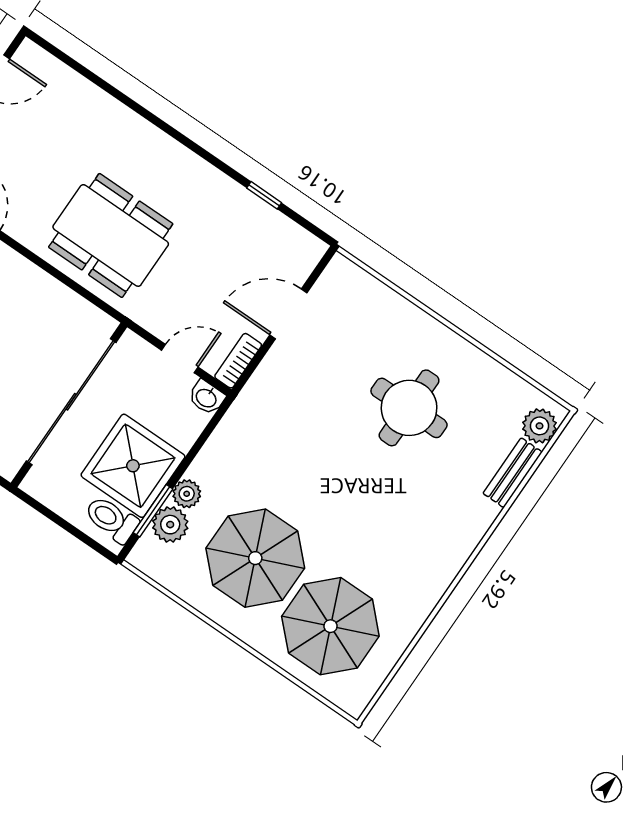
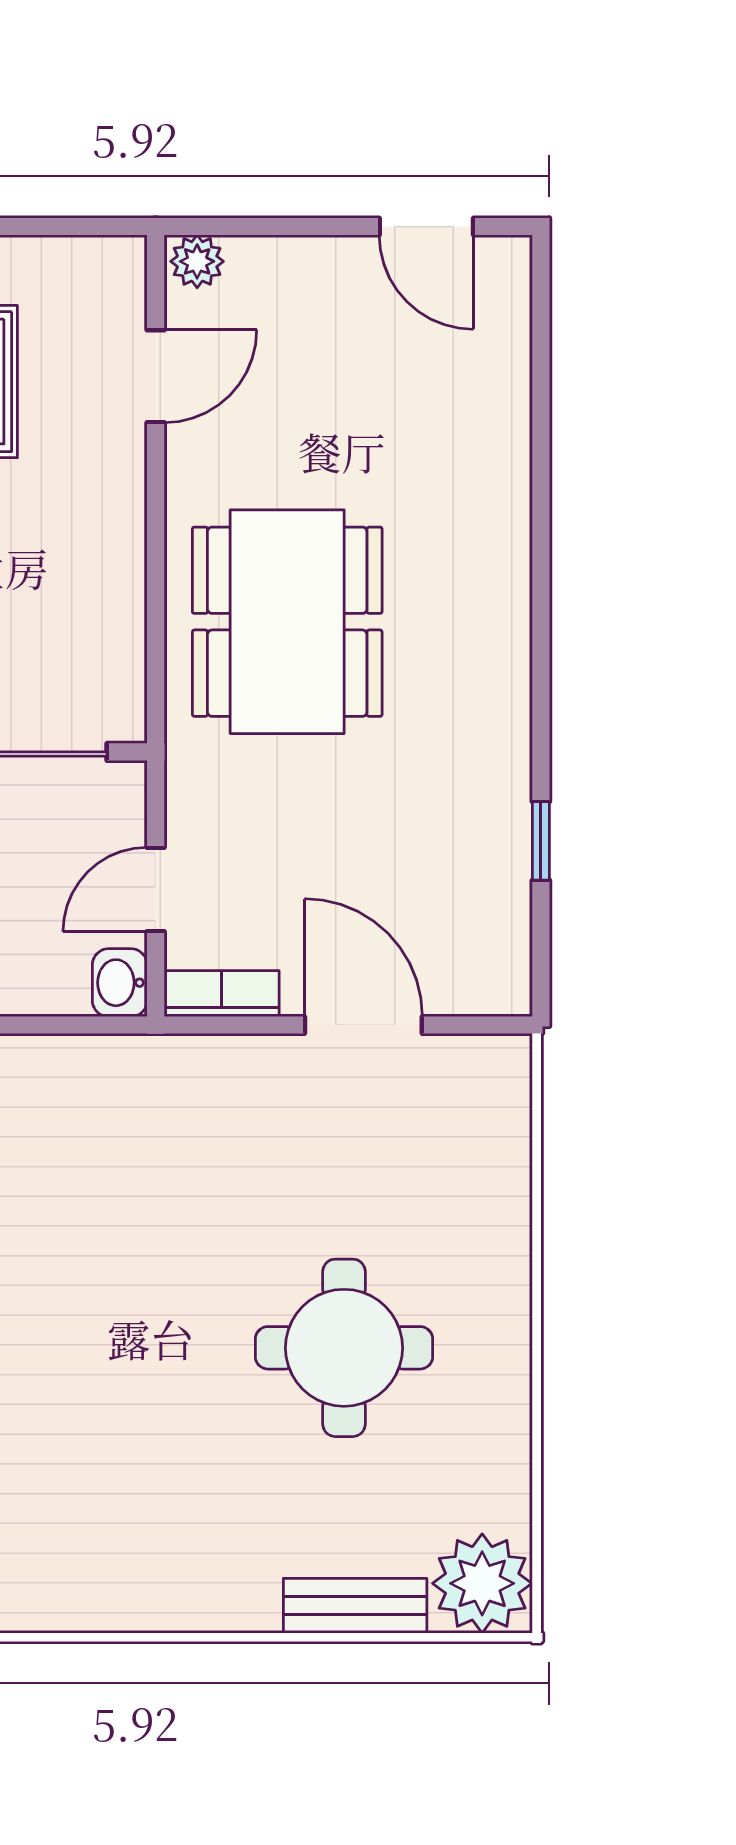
door: (180, 359) -> (156, 889), swing flipped
plant: (540, 426) -> (482, 1583), width x1.36, depth x1.36

